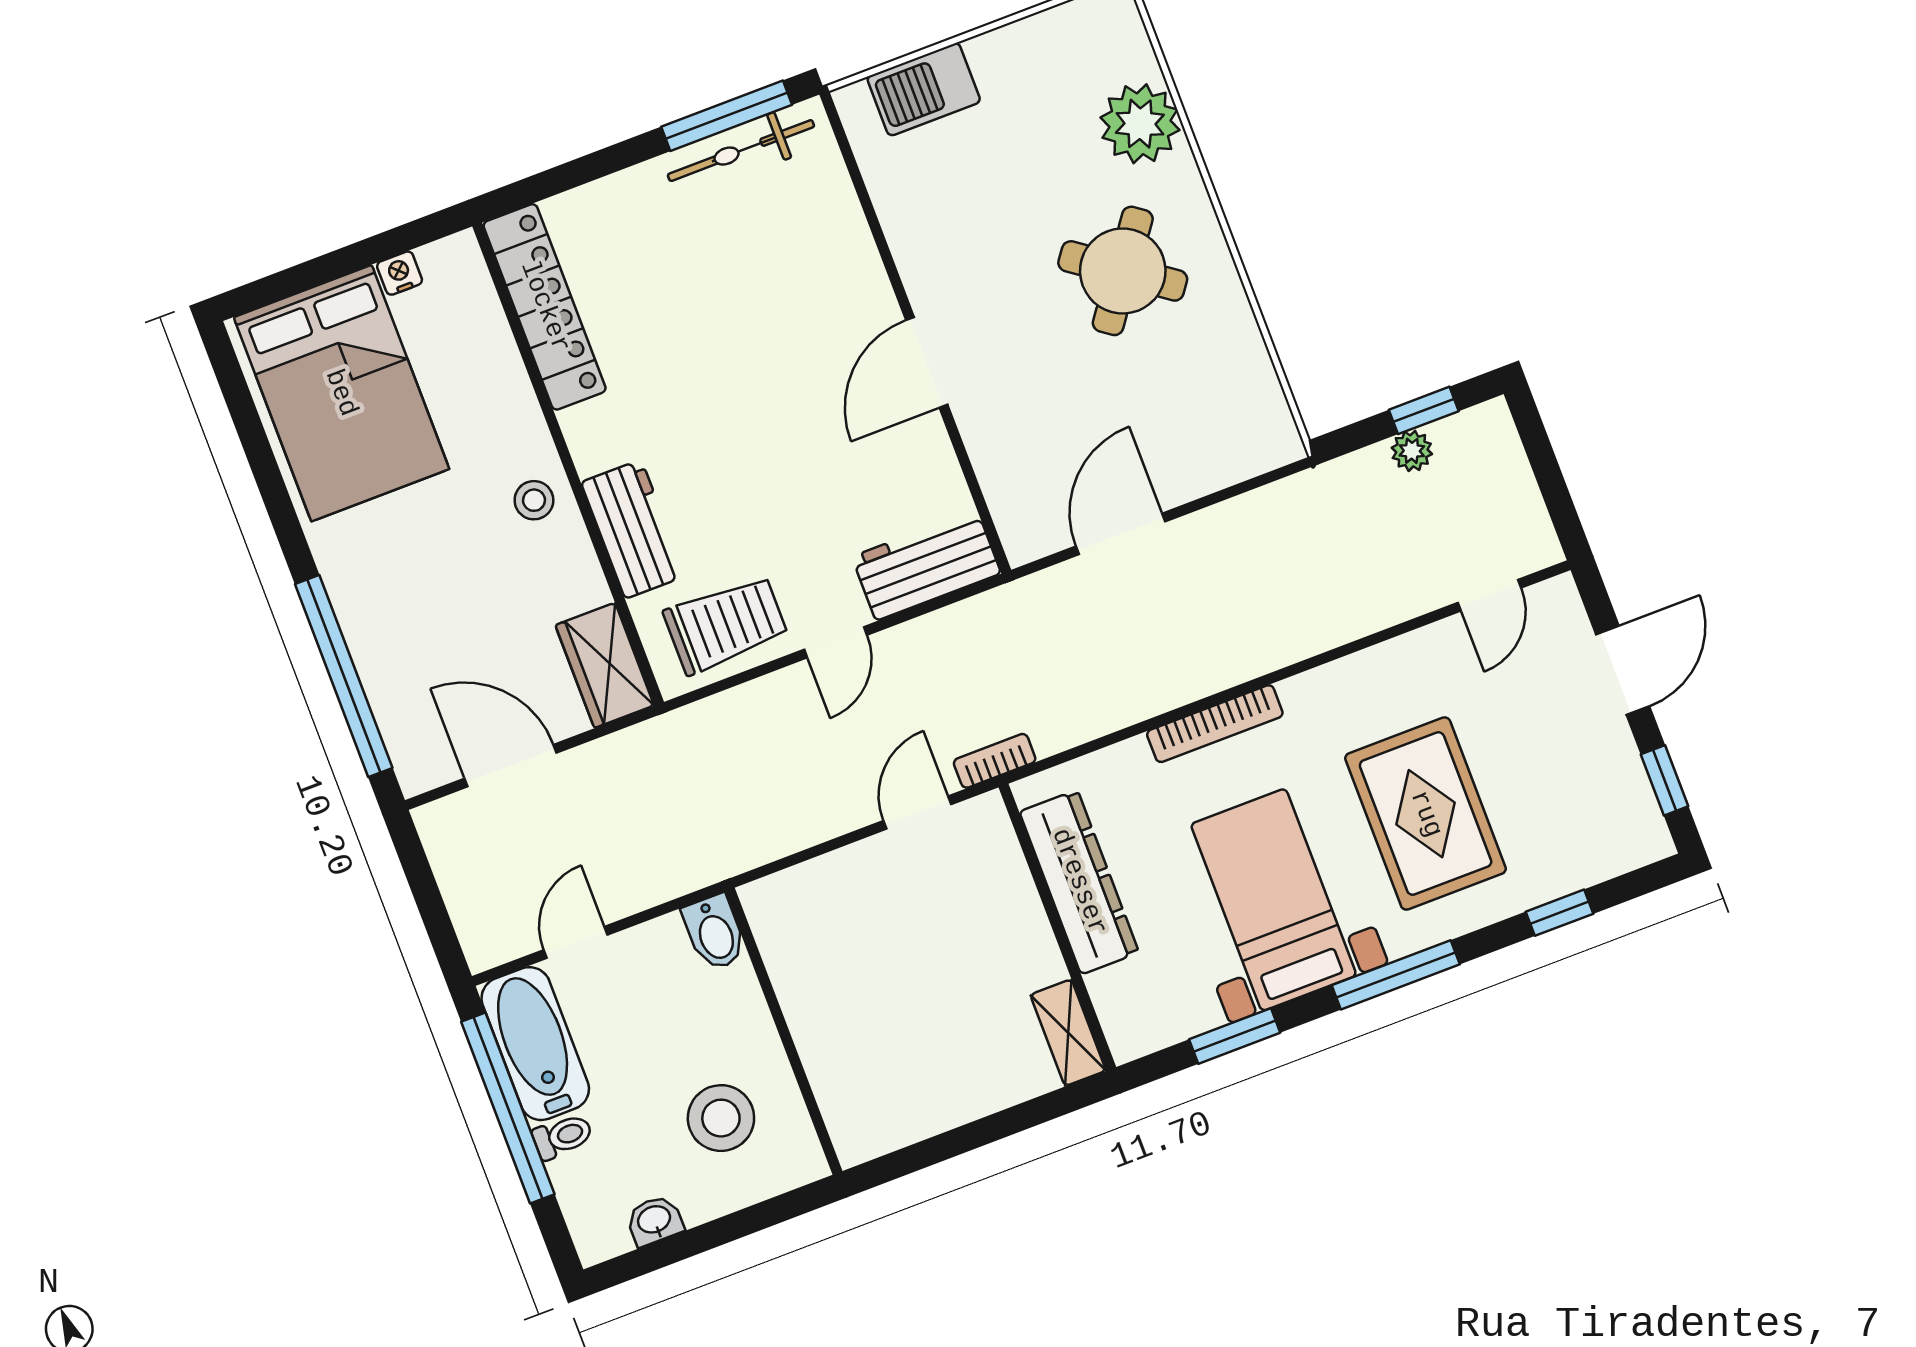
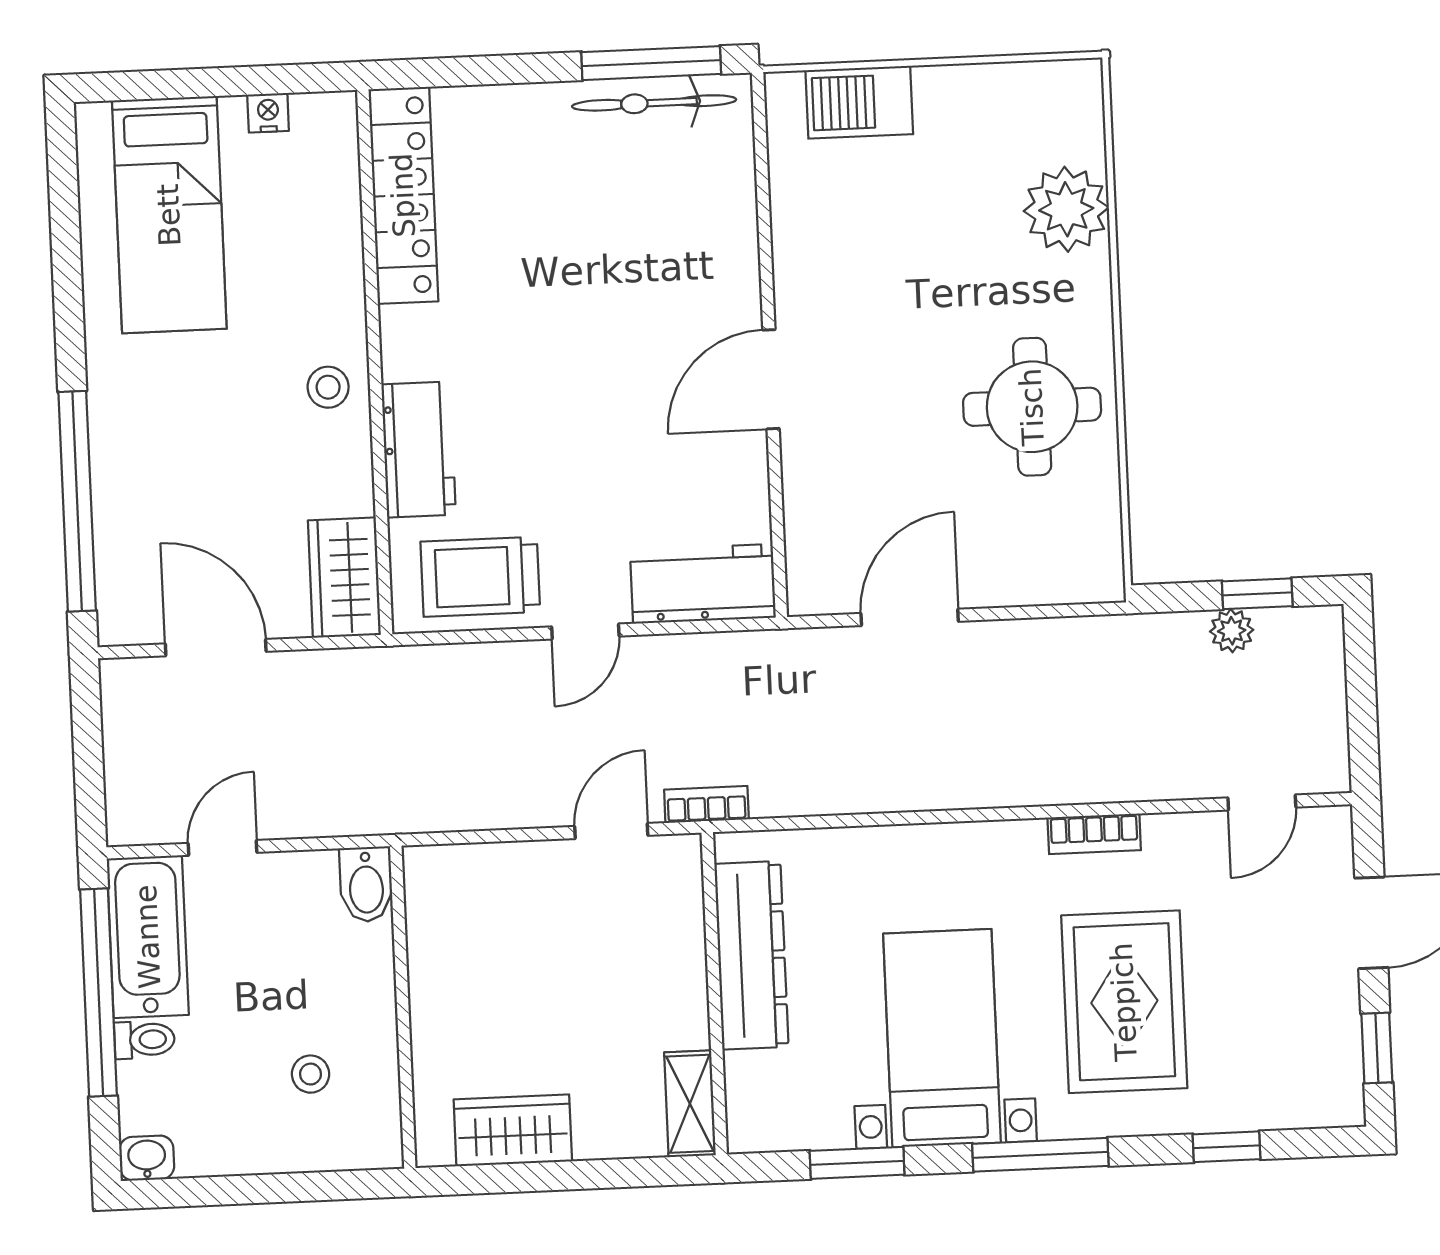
round table: (1123, 271) -> (1032, 407), moved, turned -36
bed: (341, 393) -> (169, 215), width x0.67
trolley: (726, 624) -> (480, 577), turned 180
bookcase: (1215, 724) -> (1094, 834), moved, width x0.64
wardrobe: (918, 1109) -> (513, 1130), added
stool: (721, 1118) -> (311, 1074), width x0.53, depth x0.53
washbasin: (654, 1220) -> (147, 1158), moved

